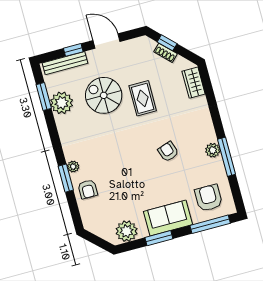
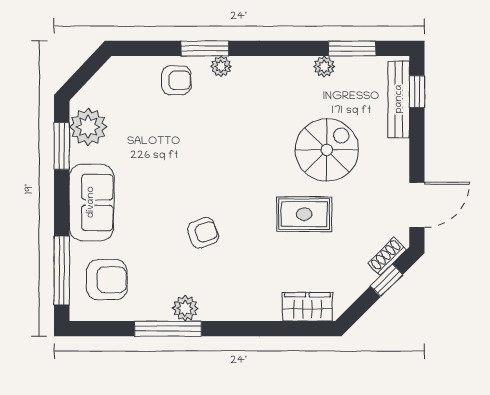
door: (107, 41) -> (417, 205), moved
window: (73, 50) -> (417, 92), moved
shoe rack: (166, 53) -> (387, 256), moved
plant: (62, 103) -> (324, 67), width x0.53, depth x0.53
armchair: (88, 189) -> (176, 80), turned 180
window: (159, 238) -> (62, 146), moved

